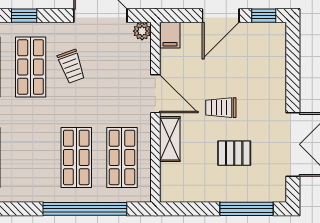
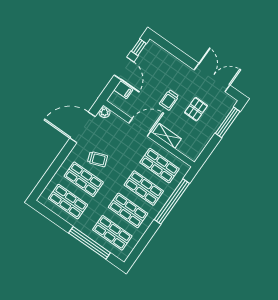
window: (24, 16) -> (56, 165), removed
filing cabinet: (170, 35) -> (123, 90), moved
shop shelf: (31, 157) -> (128, 210), added

